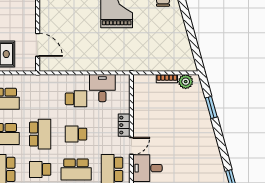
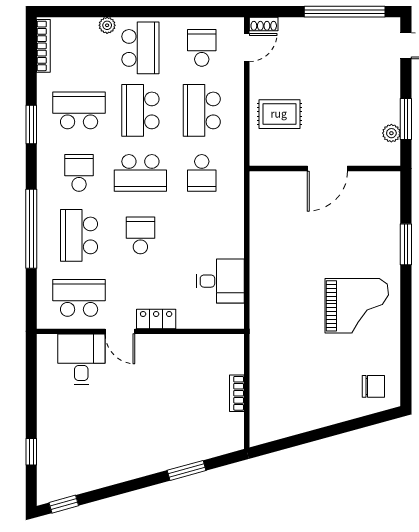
door: (38, 45) -> (327, 169), moved
plant: (186, 82) -> (232, 426), removed
school desk: (76, 99) -> (202, 173), moved

